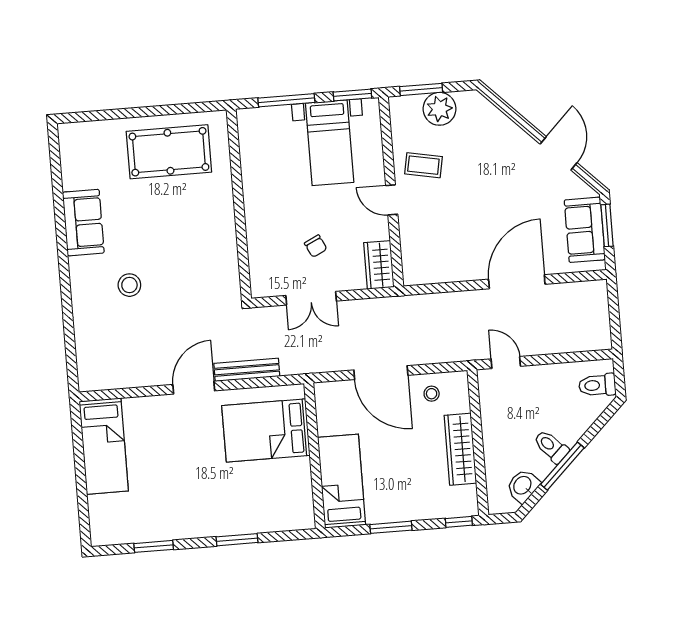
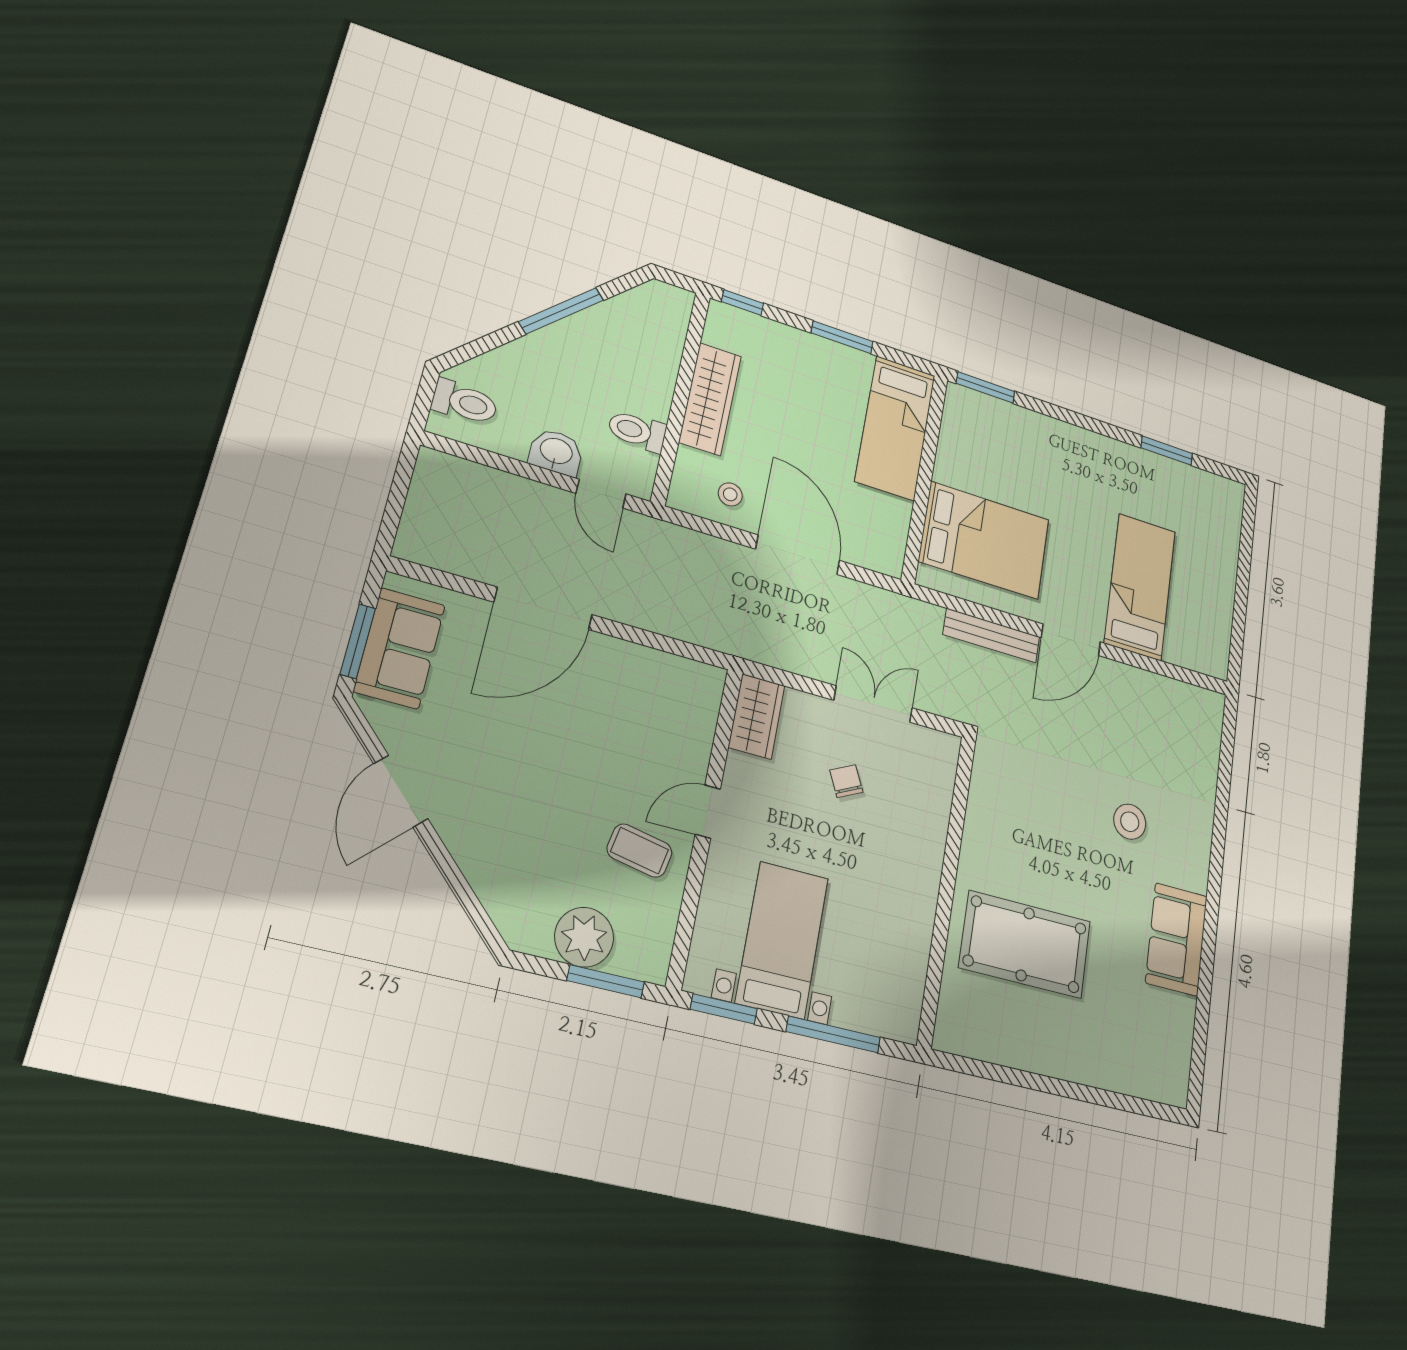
pool table: (169, 152) -> (1025, 944), moved
door: (392, 200) -> (708, 812), swing flipped
bed: (104, 446) -> (1140, 587), moved
toilet: (551, 446) -> (637, 431), moved, turned 134
washbasin: (523, 486) -> (556, 452), moved, turned -136
window: (237, 540) -> (986, 387), moved

